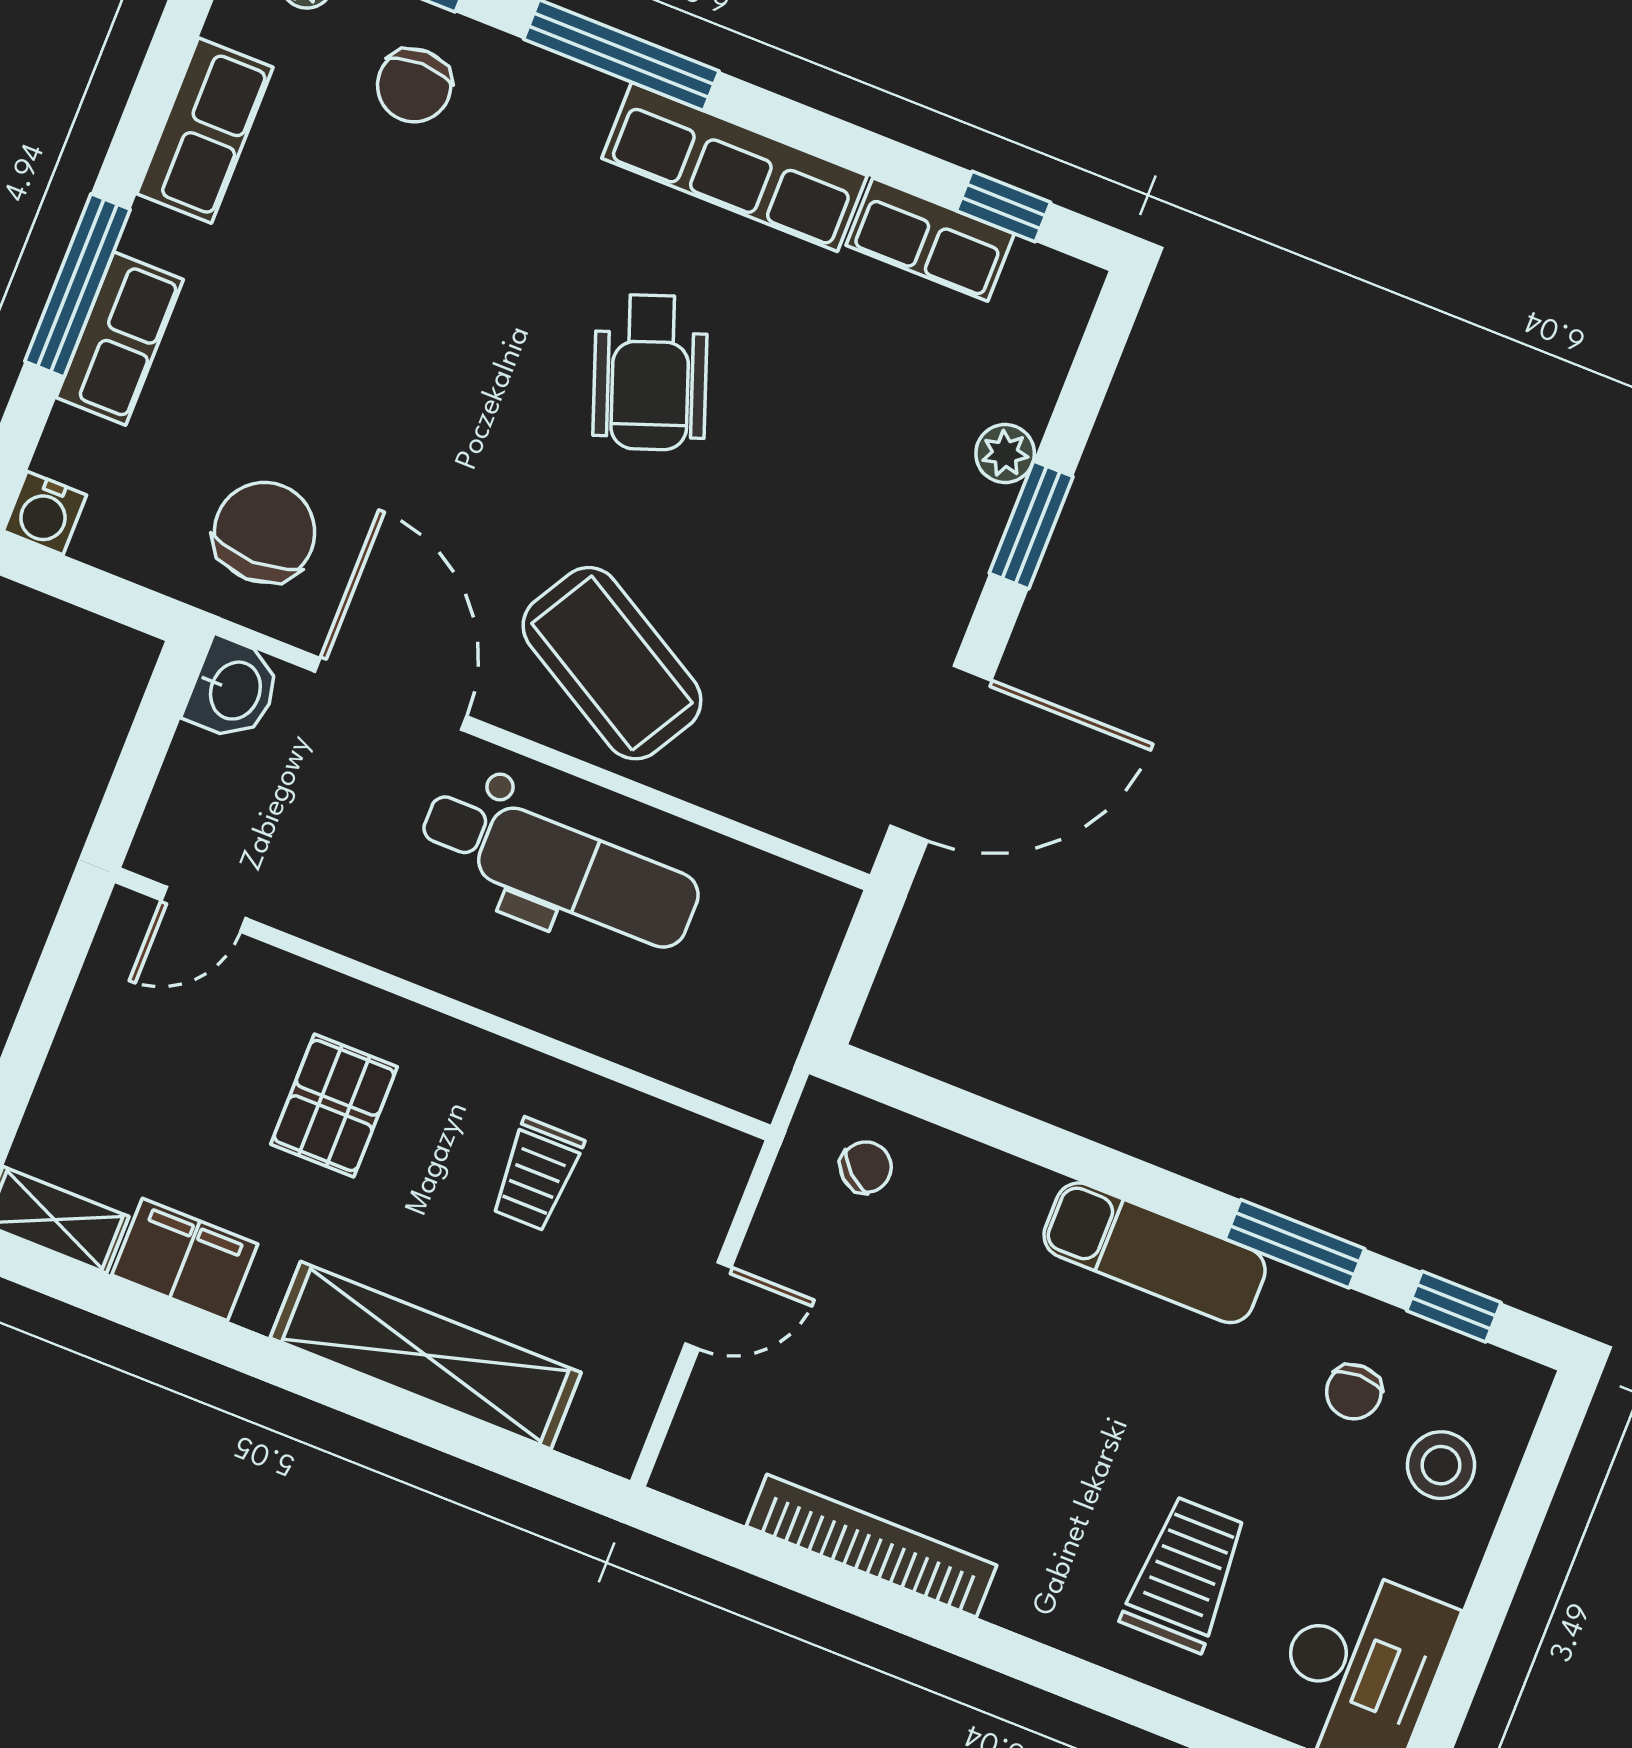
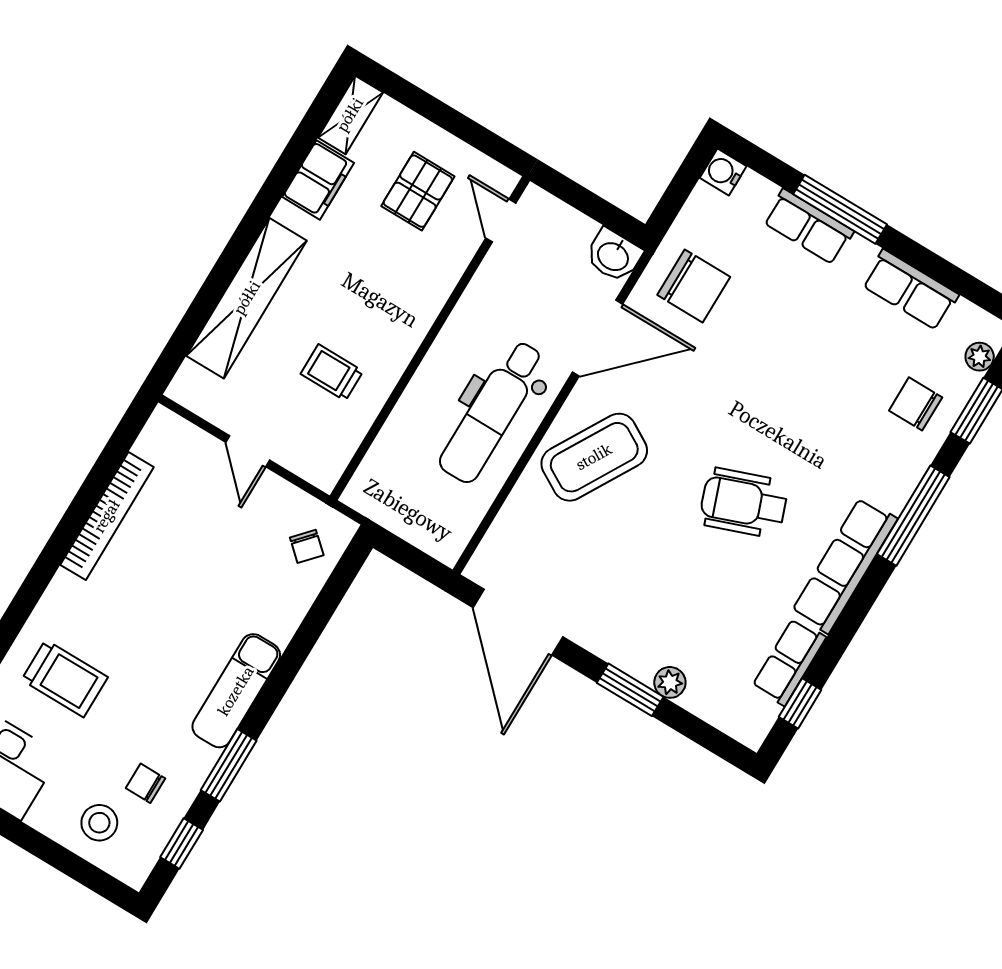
pallet: (334, 1105) -> (418, 191), moved, turned 90

